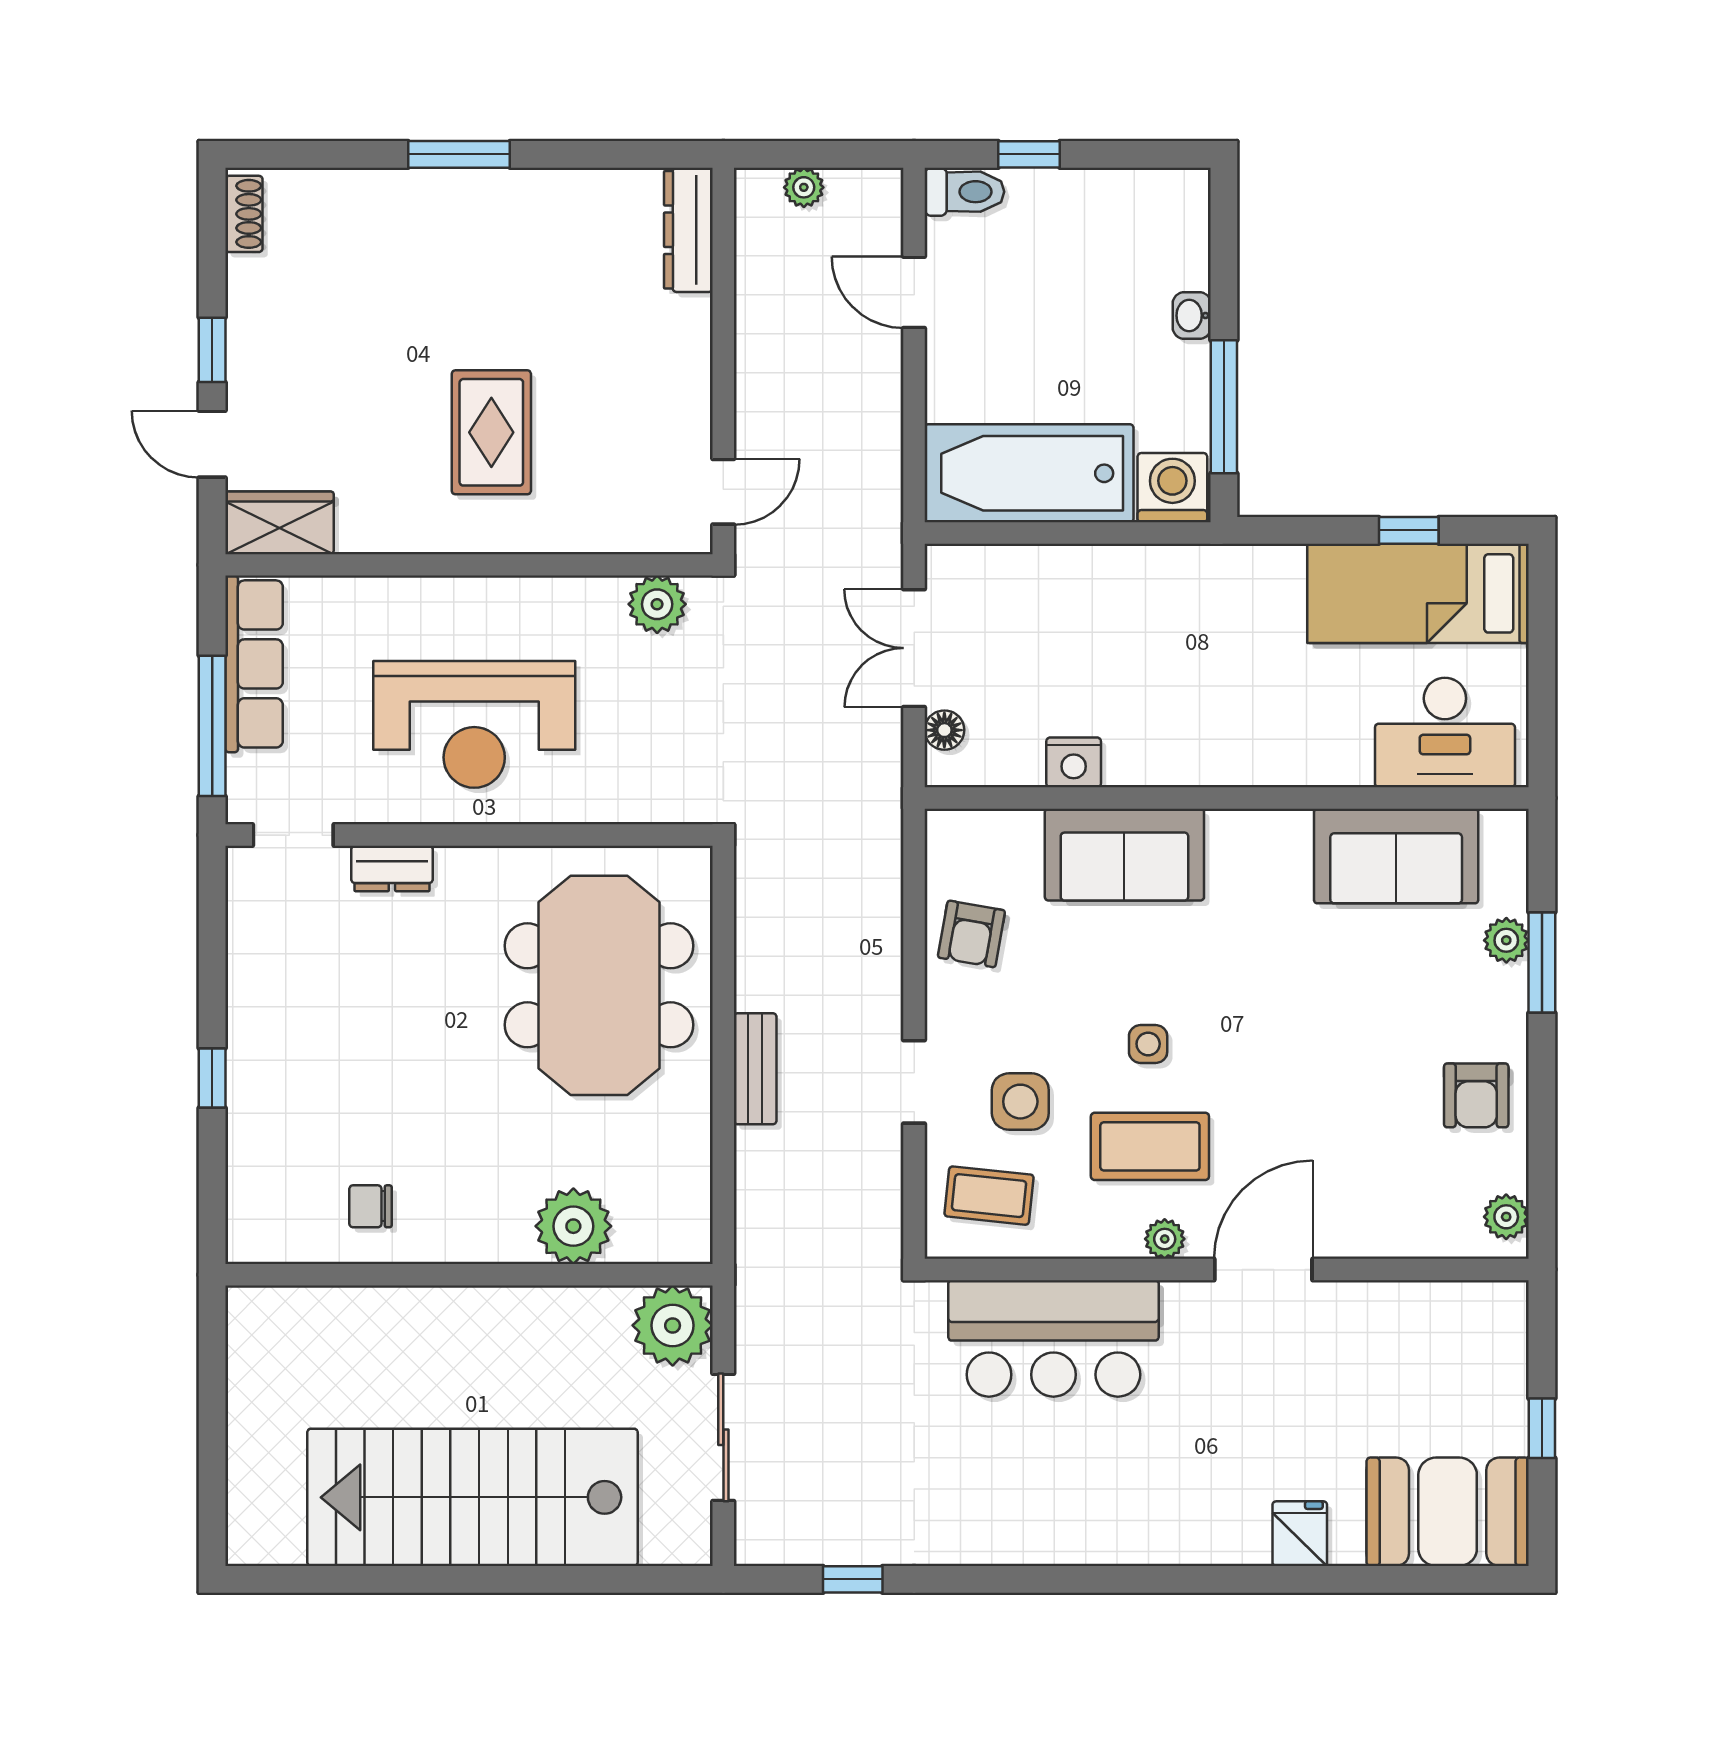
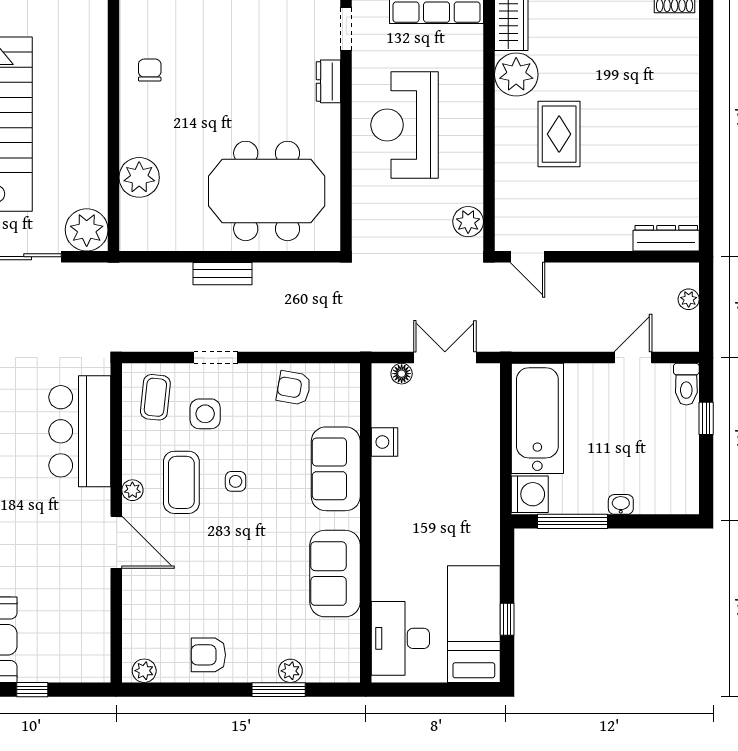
window: (459, 154) -> (706, 117), removed
rug: (491, 432) -> (559, 134), turned 90
plant: (379, 513) -> (516, 75), added
sofa: (1396, 856) -> (335, 574), moved

